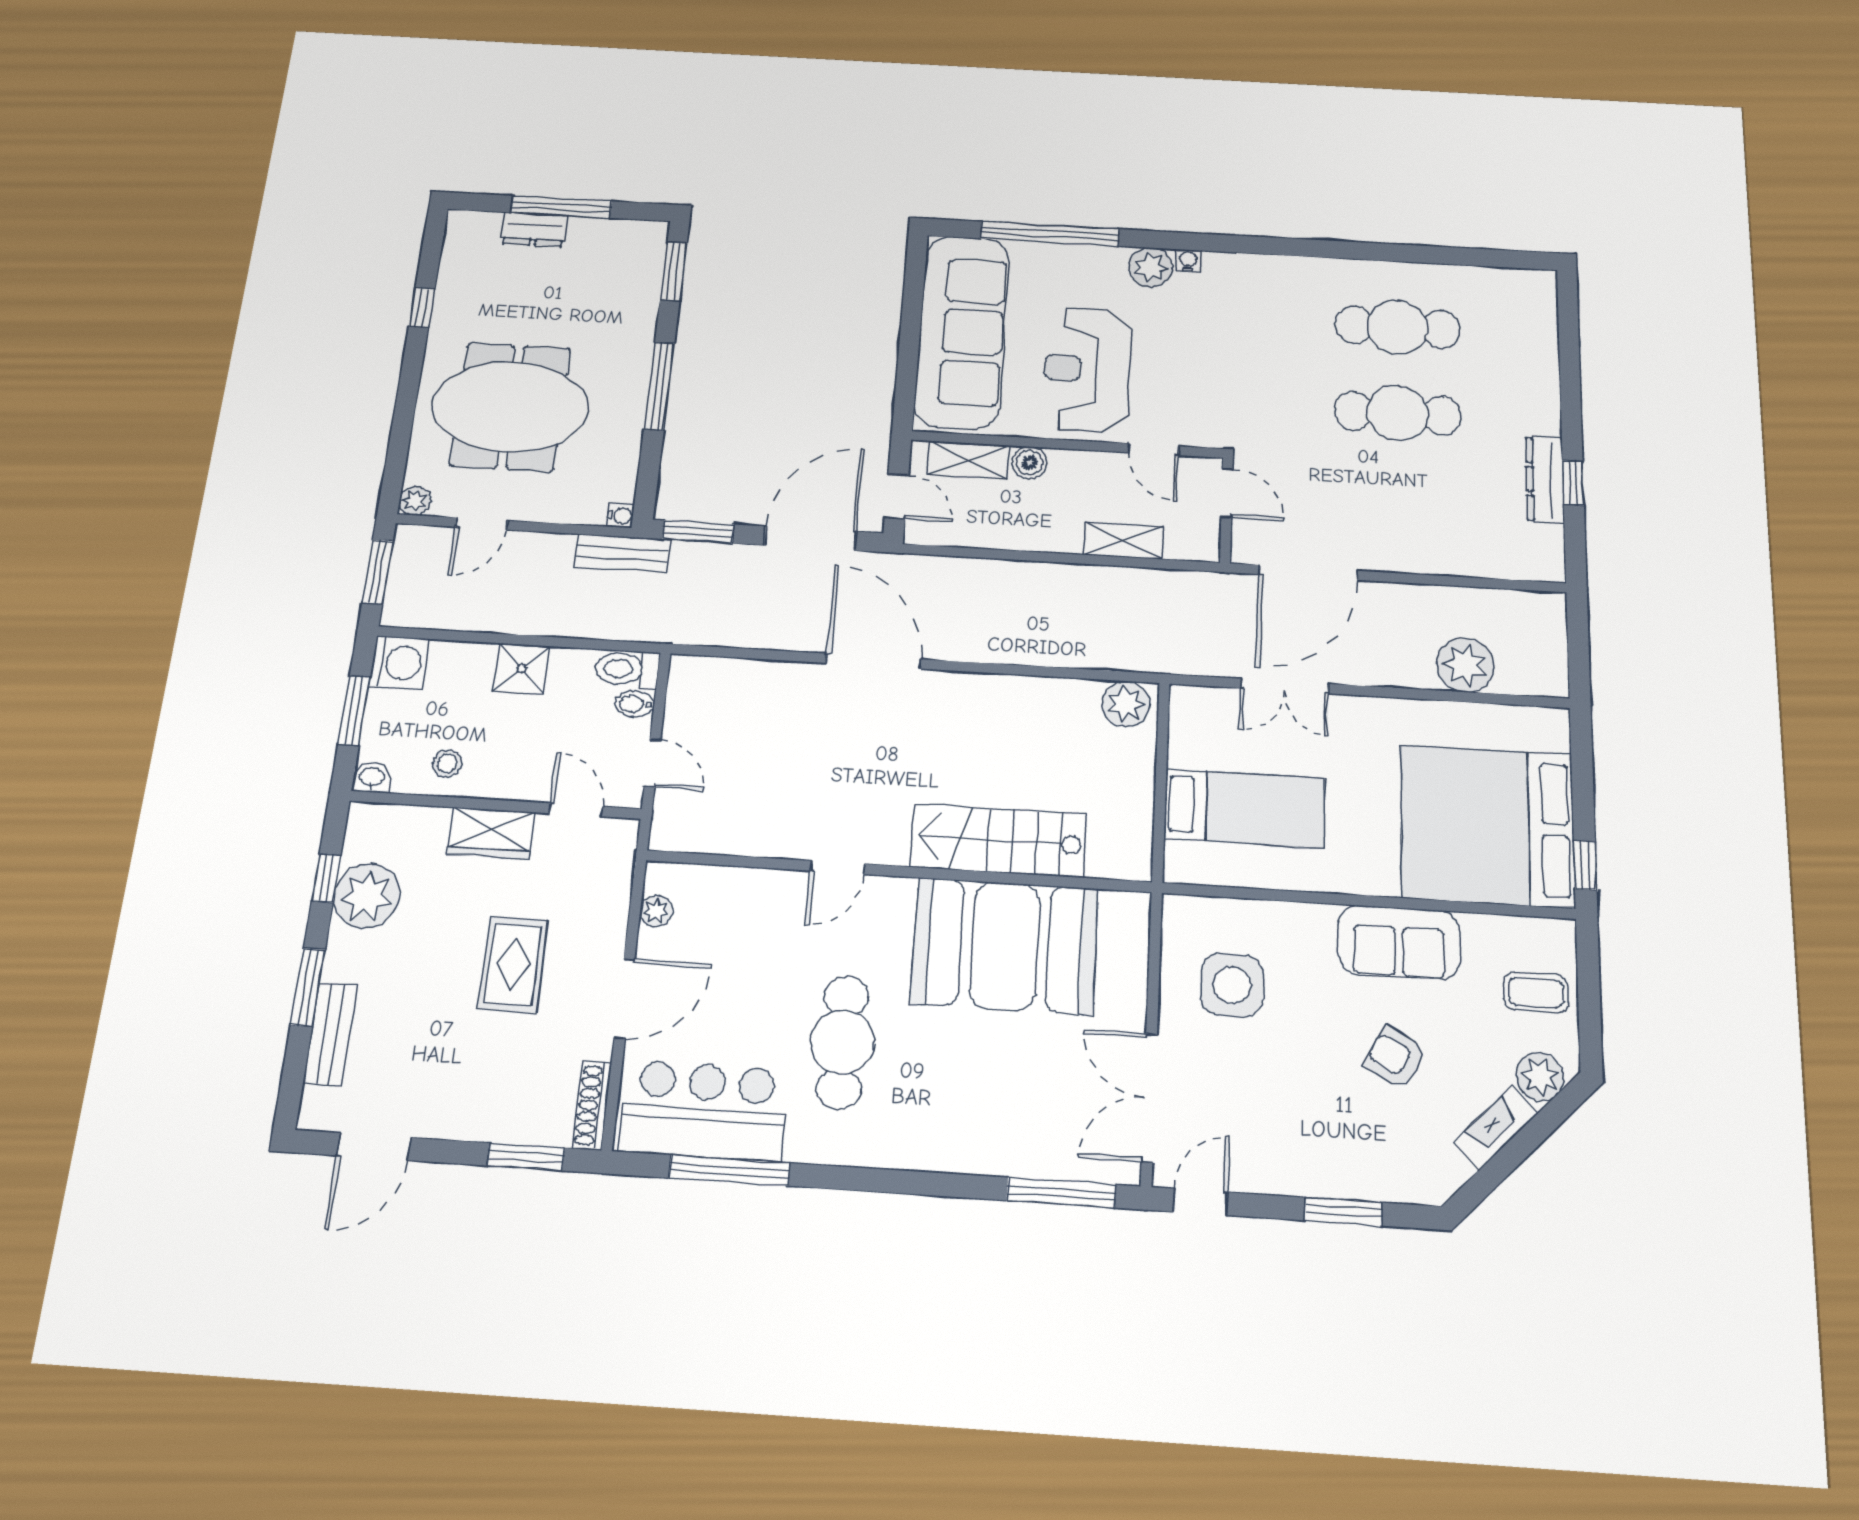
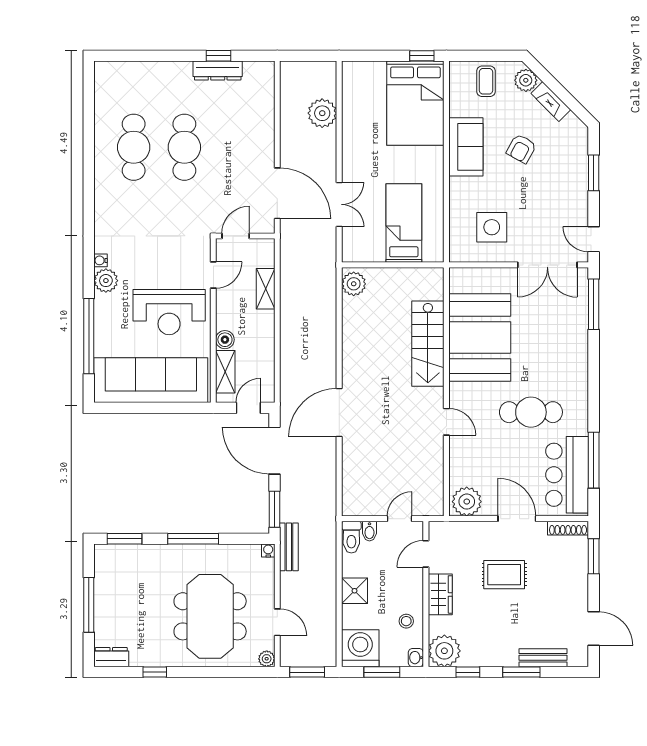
dresser: (535, 230) -> (111, 657), moved, turned -90
washing machine: (399, 663) -> (360, 648), width x1.37, depth x1.37
bed: (1487, 826) -> (415, 103), width x0.73
plant: (367, 896) -> (444, 651), moved
plant: (656, 911) -> (467, 502), width x1.87, depth x1.87

